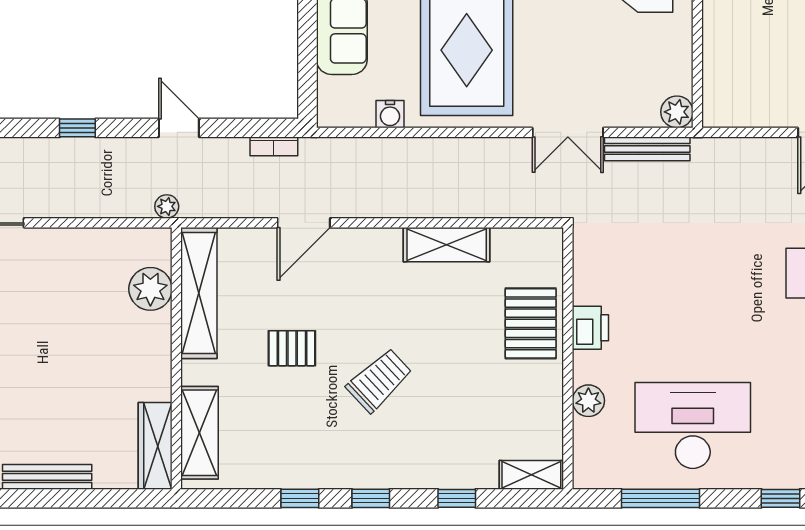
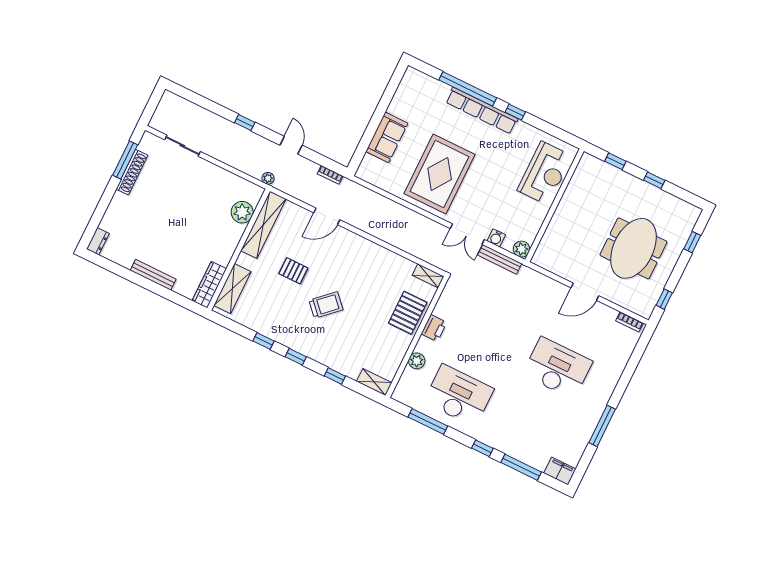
water cooler: (390, 114) -> (496, 238), moved
shelving: (447, 245) -> (428, 276), moved, width x0.67, depth x0.75

